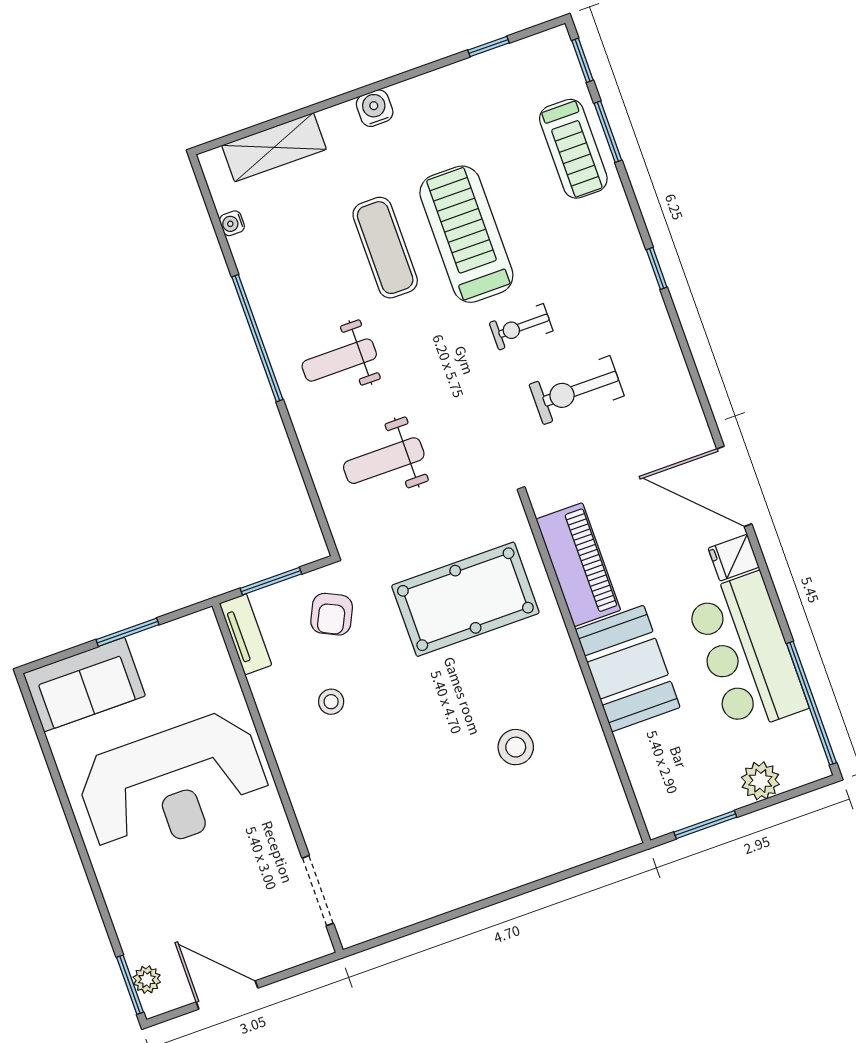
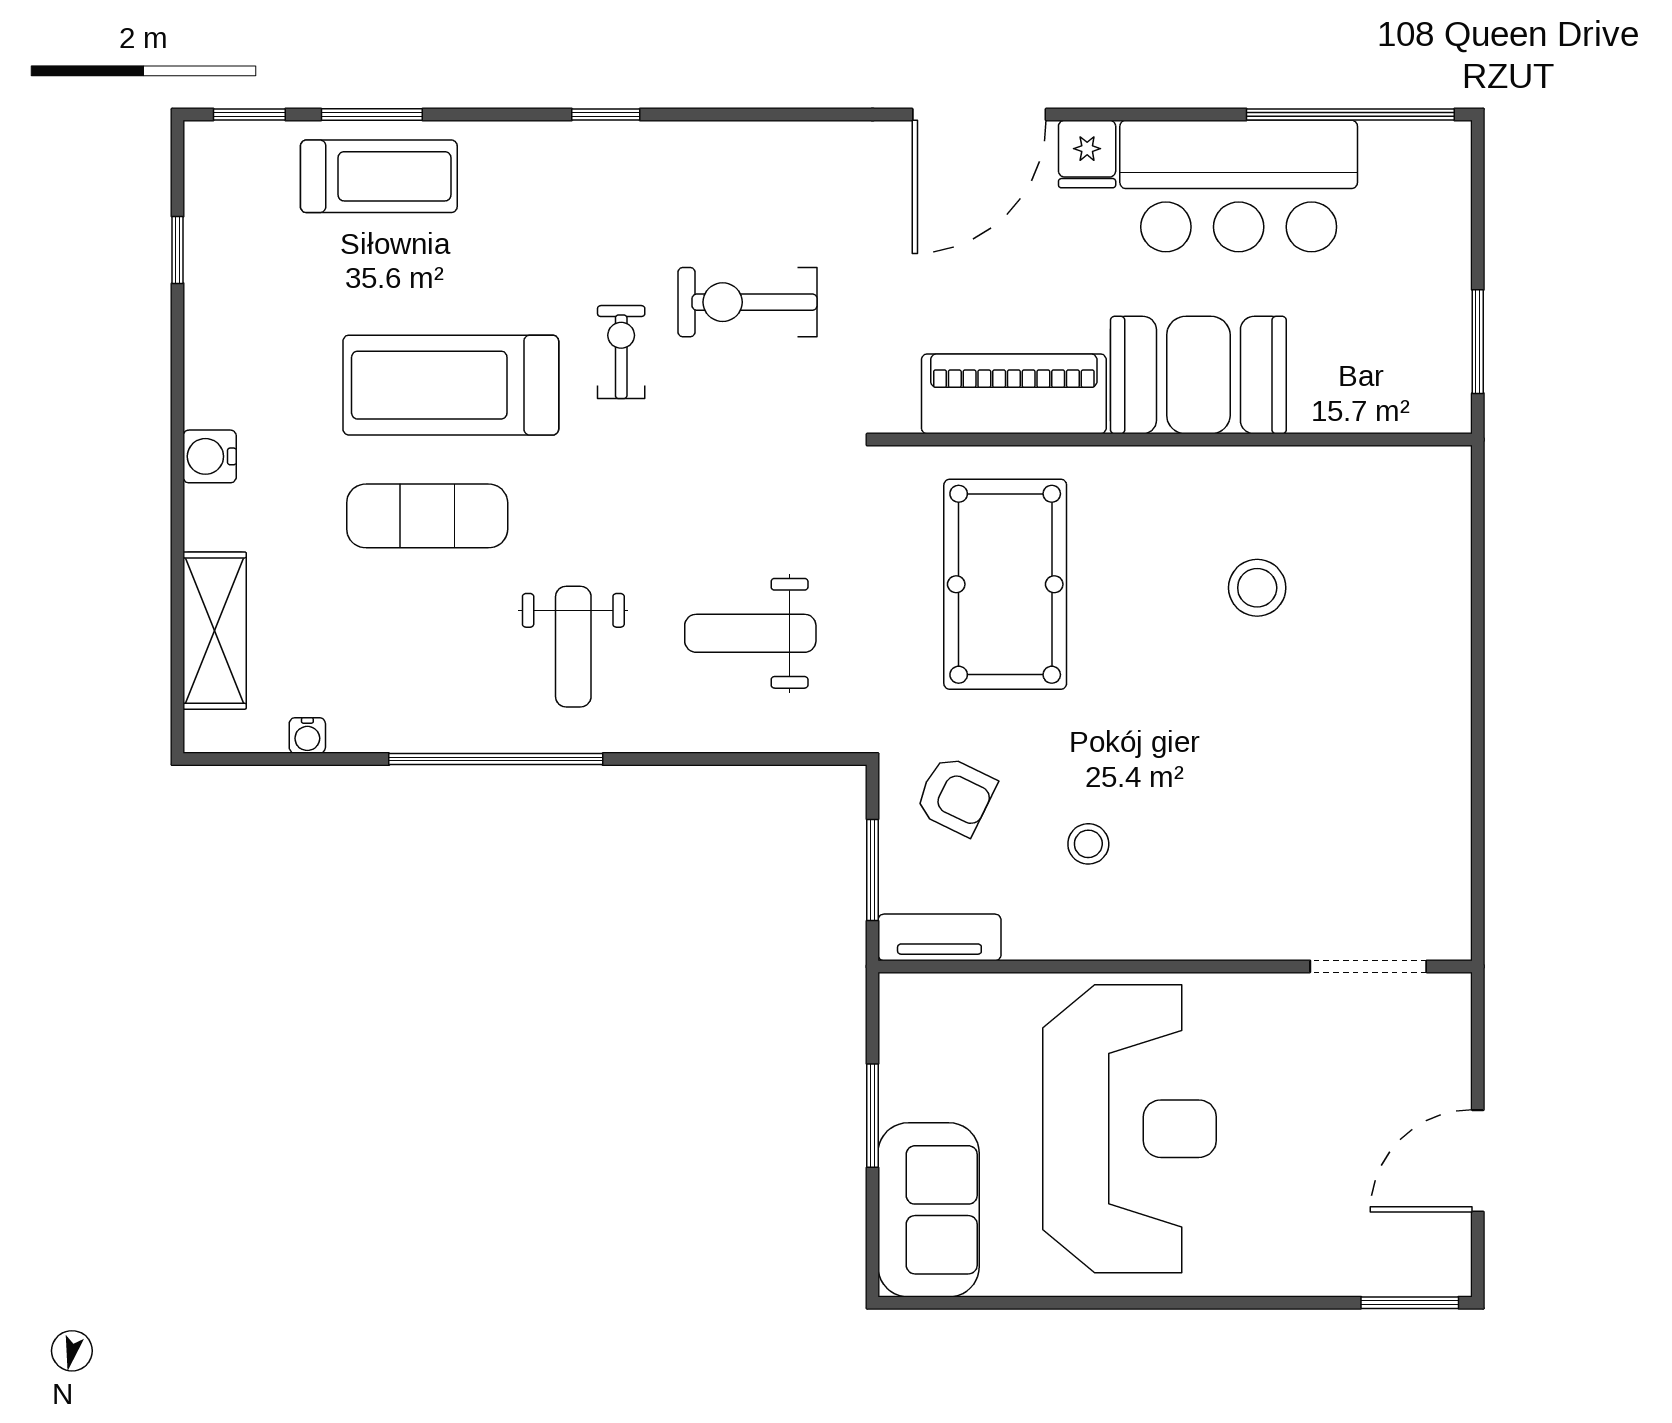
exercise bike: (521, 327) -> (621, 352), turned 180
exercise bike: (577, 390) -> (748, 302), turned 90
weight bench: (384, 461) -> (750, 633), turned 90
plant: (760, 781) -> (1441, 234), removed
plant: (147, 980) -> (1411, 1274), removed

